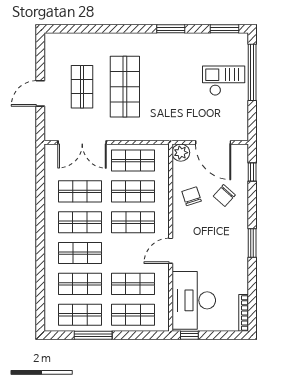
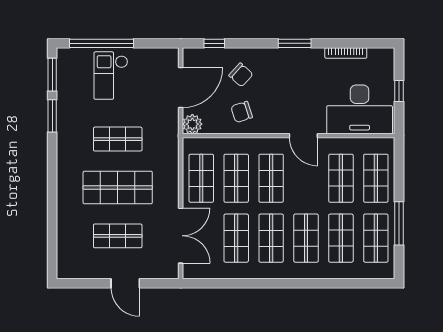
window: (171, 29) -> (52, 116), moved
shop shelf: (168, 87) -> (118, 139), added
bookcase: (244, 313) -> (346, 53), moved
window: (189, 335) -> (399, 91), moved

